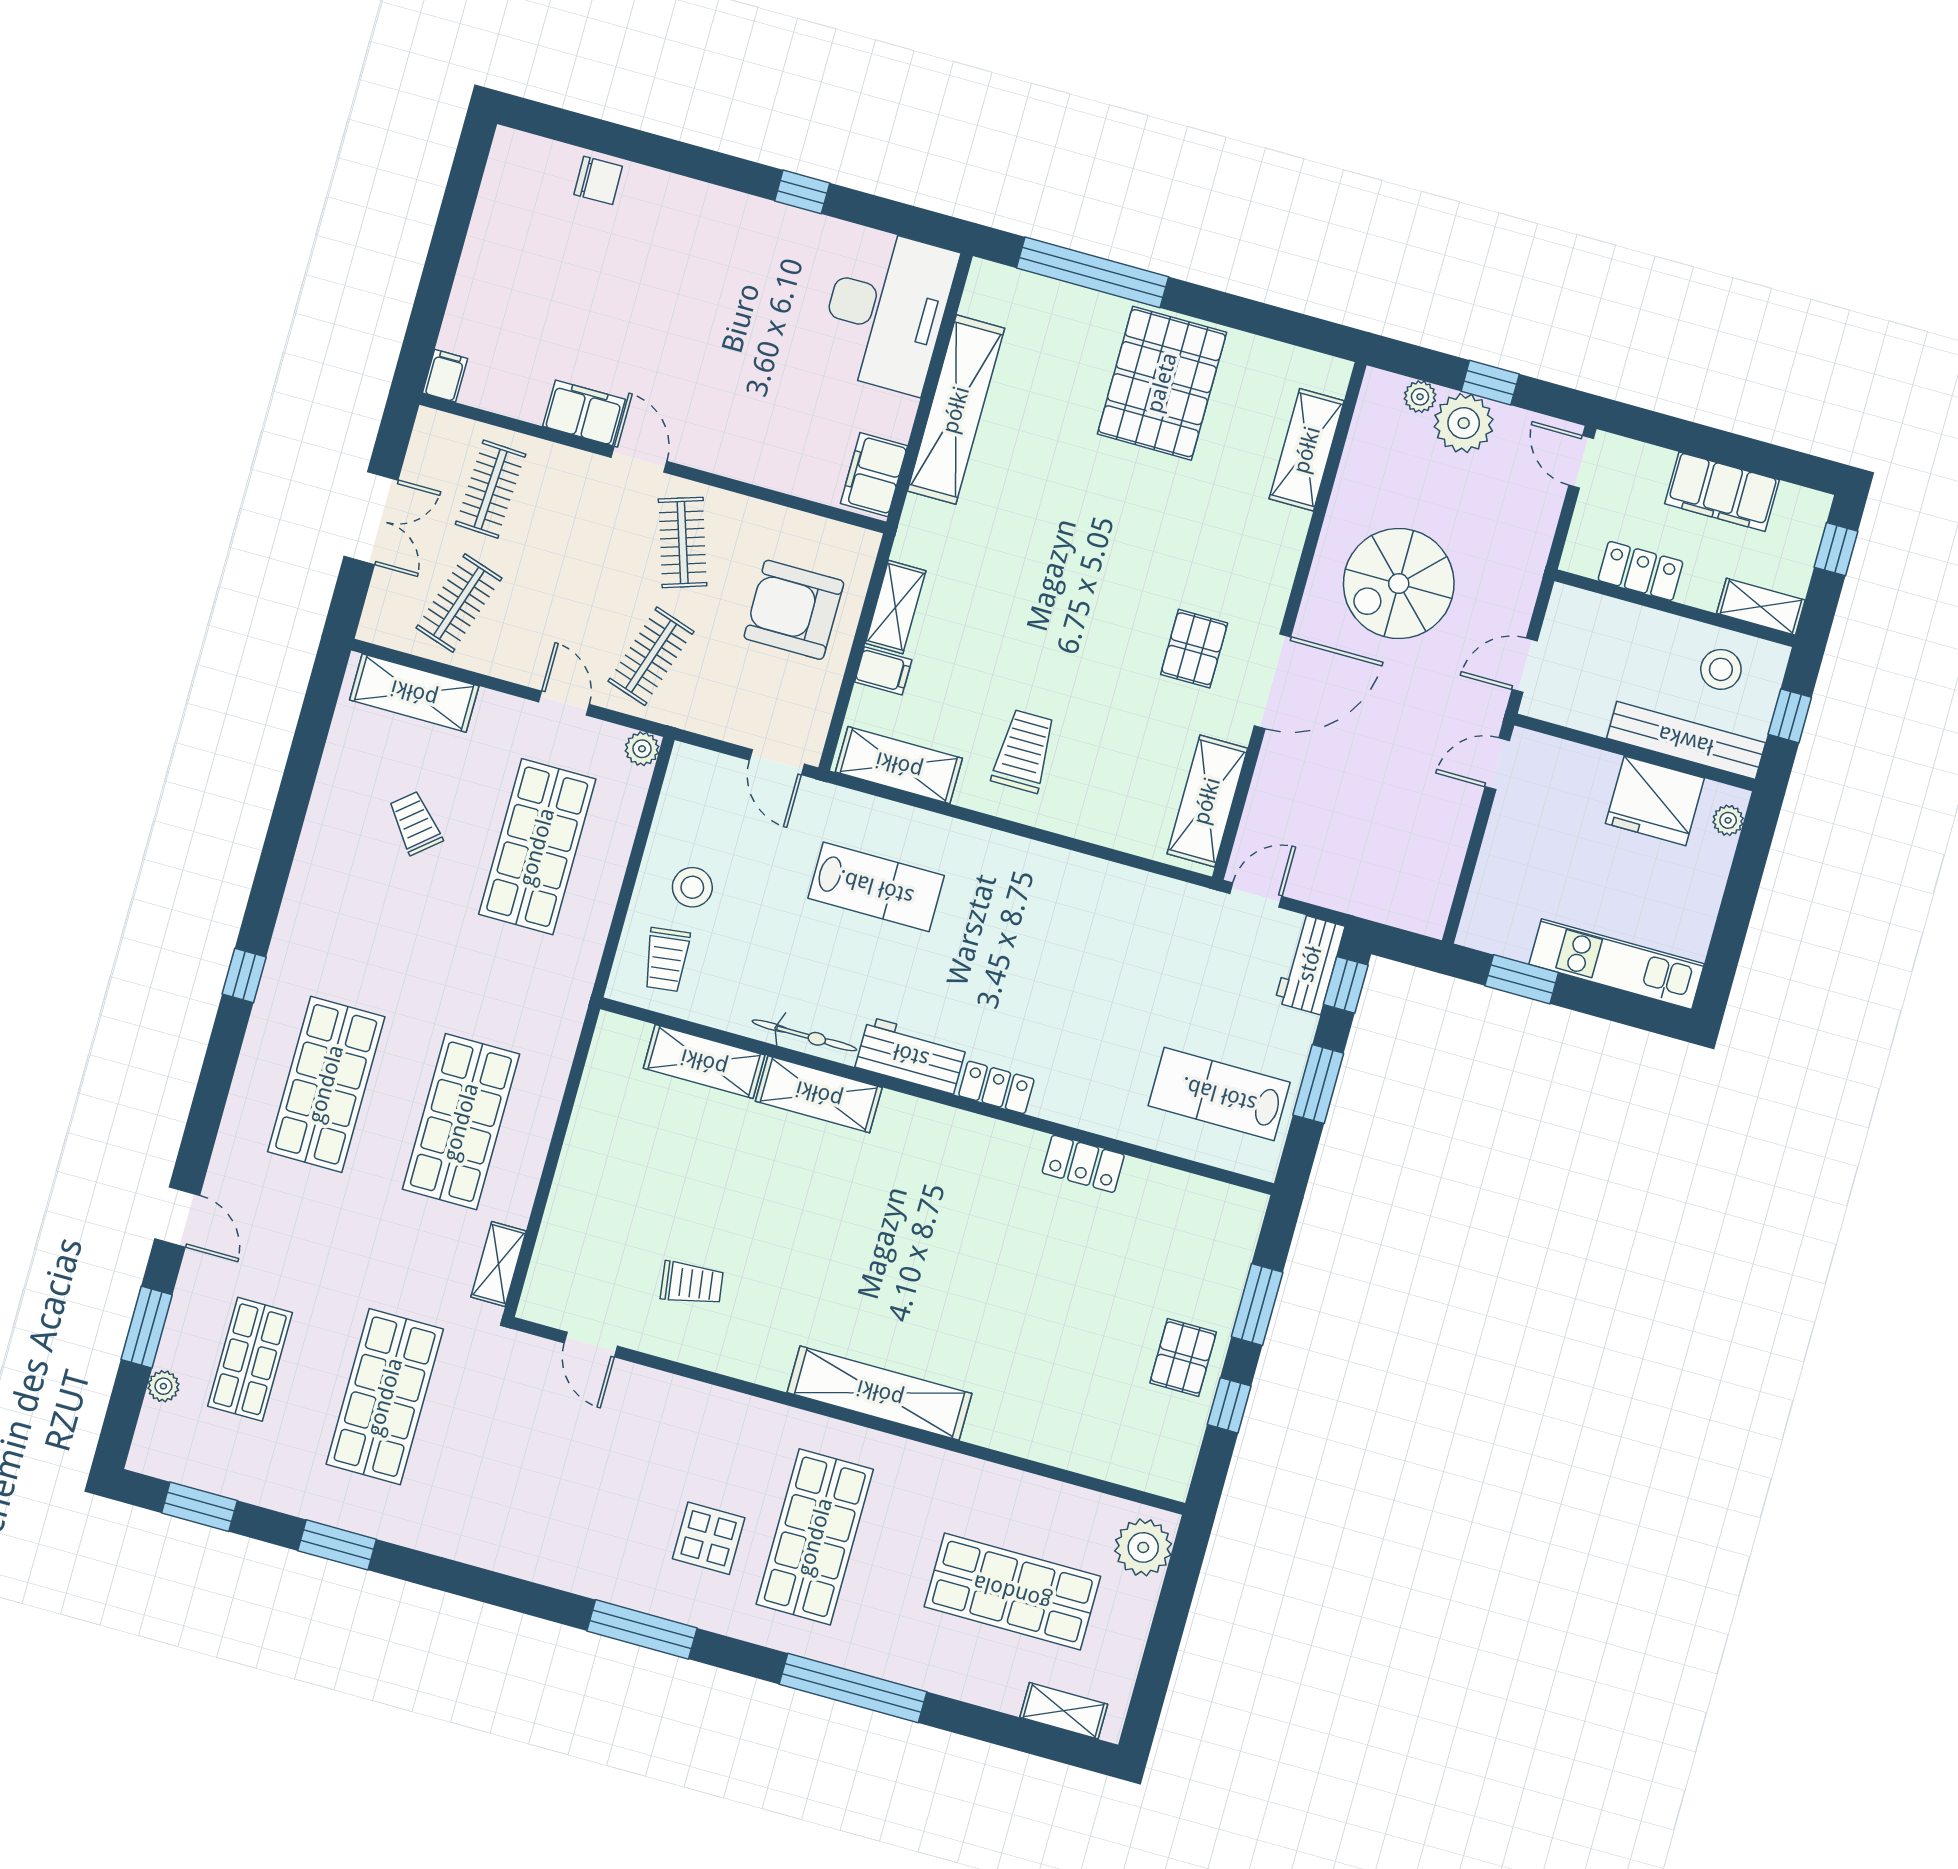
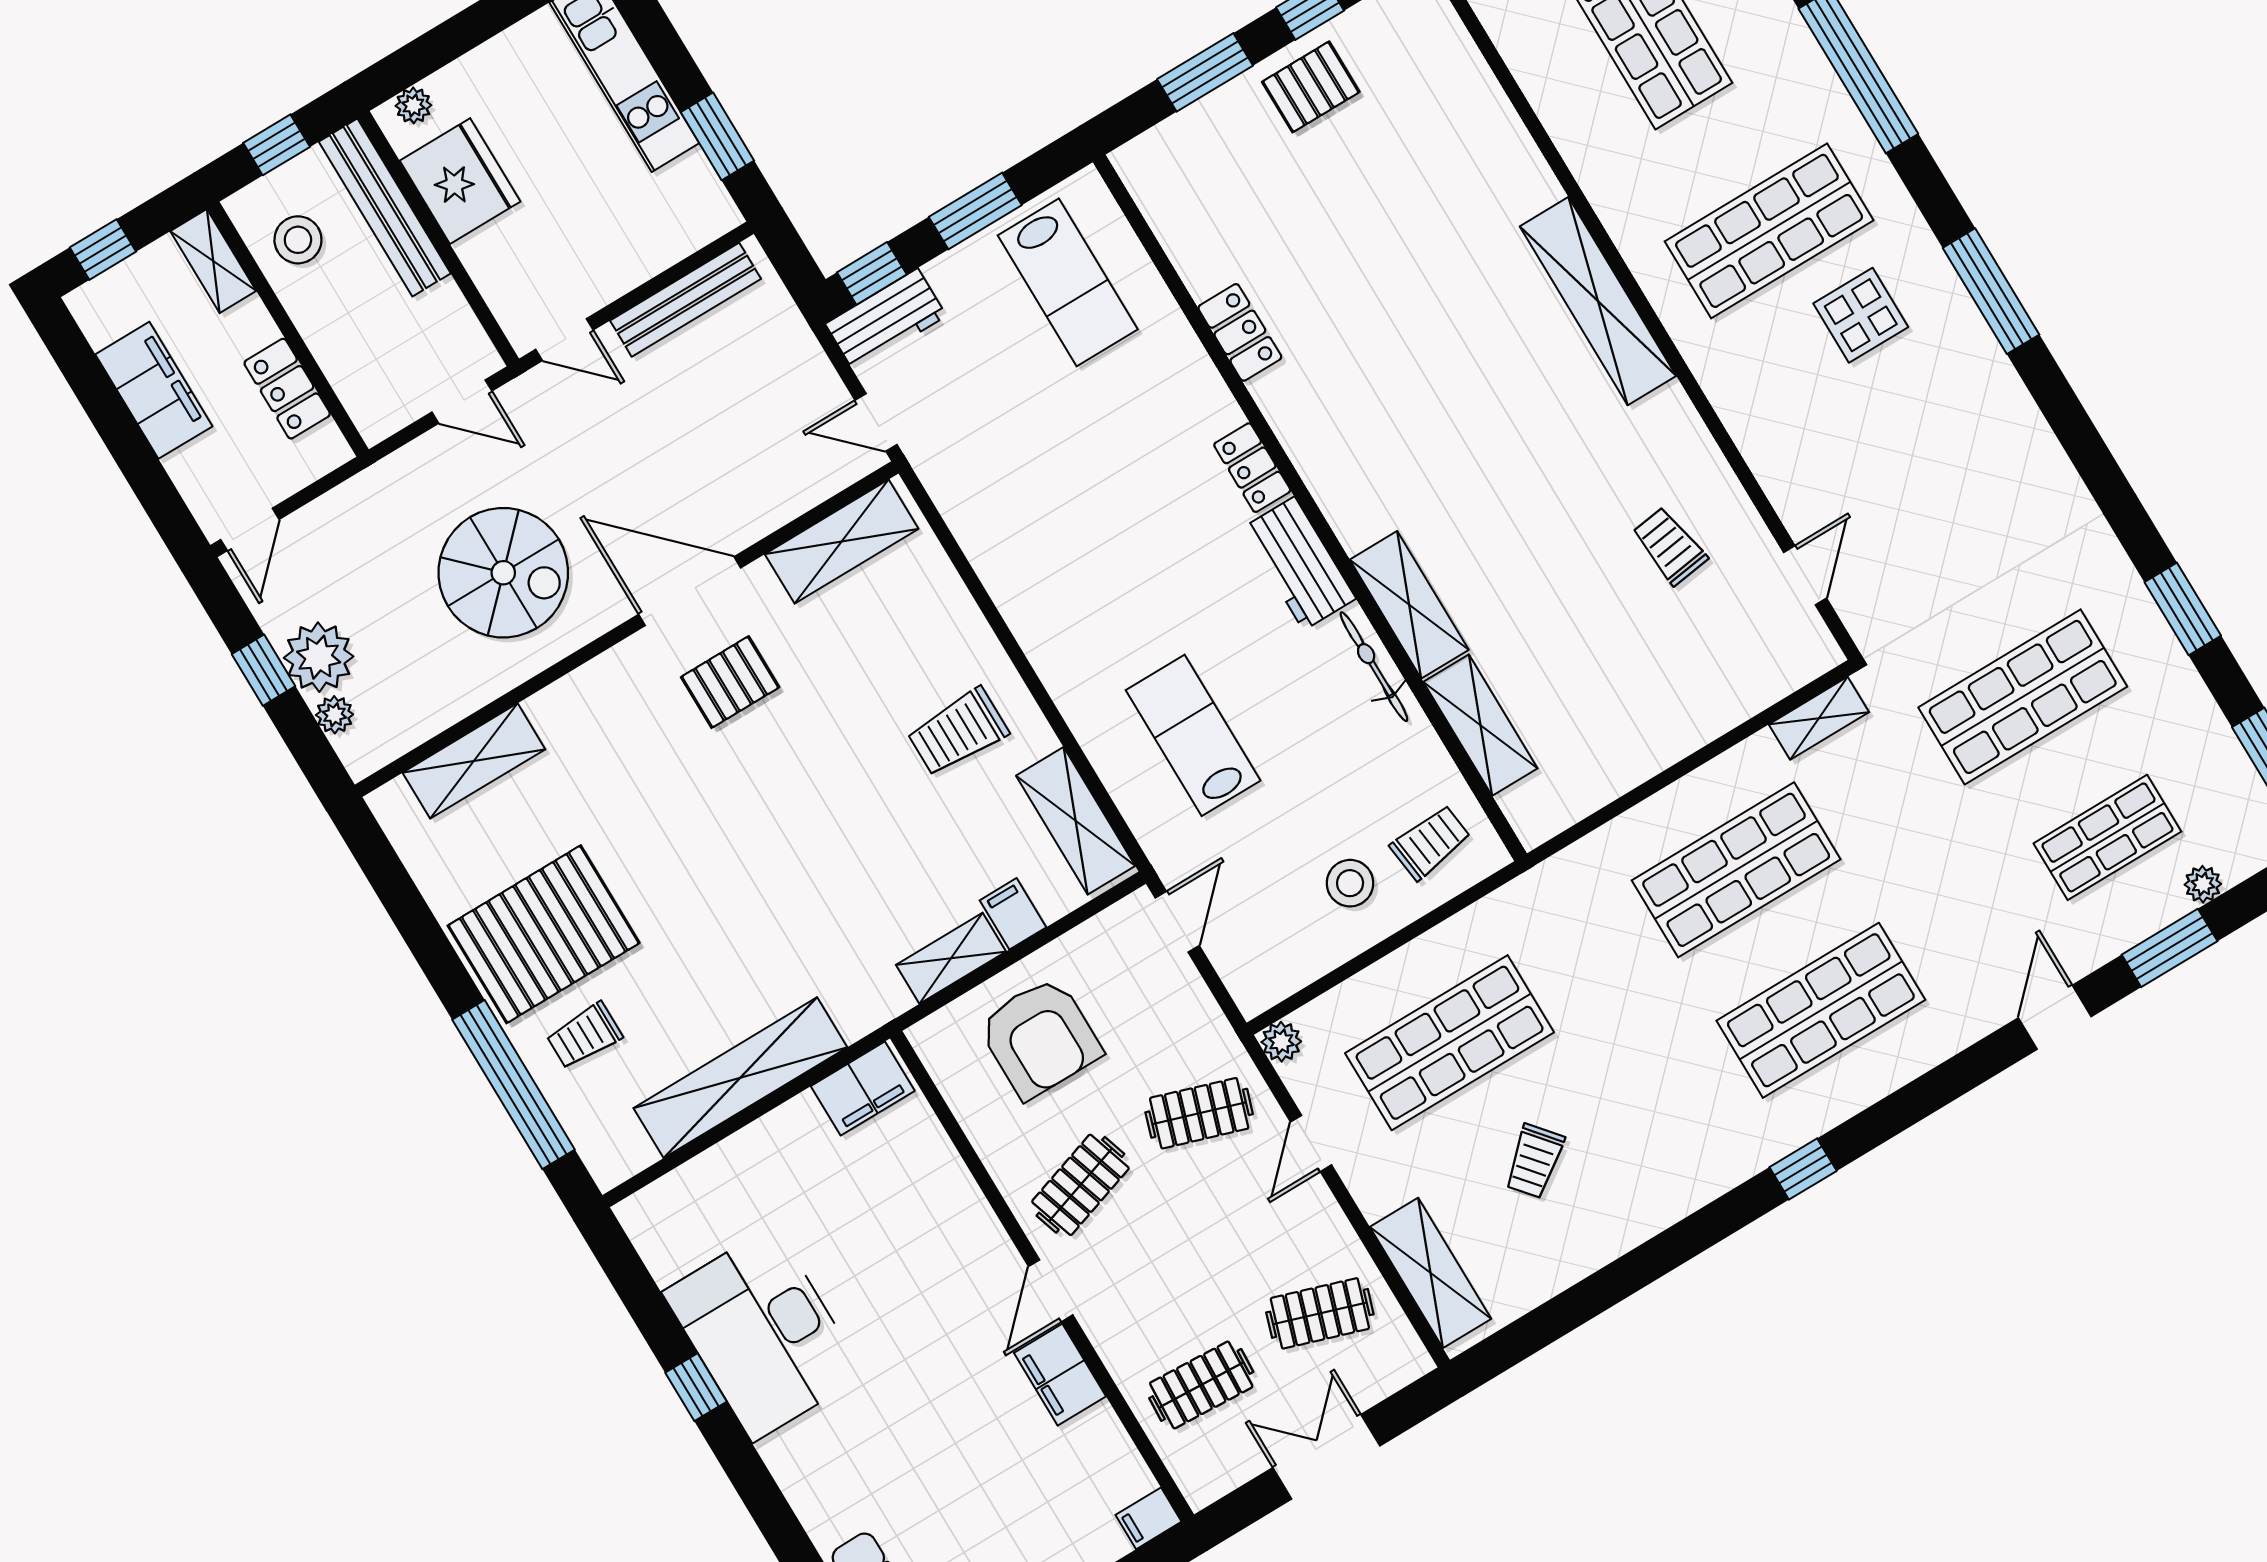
desk: (886, 310) -> (763, 1334), moved, turned -90
trolley: (1077, 344) -> (584, 1036), added
bench: (1446, 859) -> (685, 300), added

